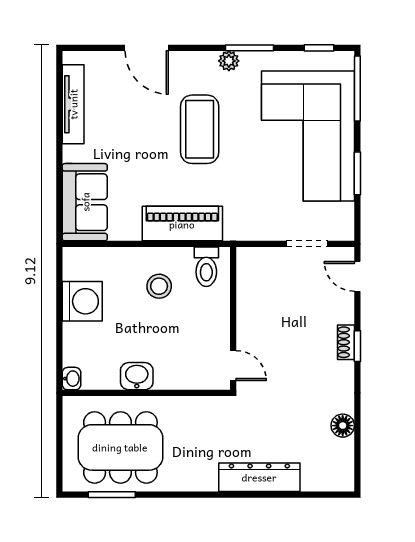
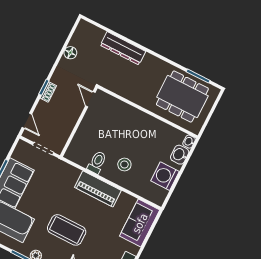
coffee table: (200, 129) -> (67, 230), turned 90
wall: (233, 318) -> (79, 122), moved
door: (233, 366) -> (90, 99), moved
washbasin: (137, 376) -> (180, 155), moved, turned 90

